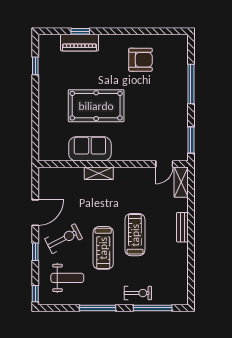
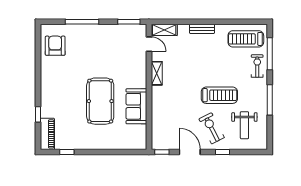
piano: (79, 43) -> (47, 134), moved
armchair: (140, 60) -> (55, 46), moved
shelving: (99, 173) -> (157, 73), moved
treadmill: (135, 235) -> (246, 39), moved
weight bench: (67, 278) -> (244, 125), turned 180
window: (35, 294) -> (162, 152), moved

